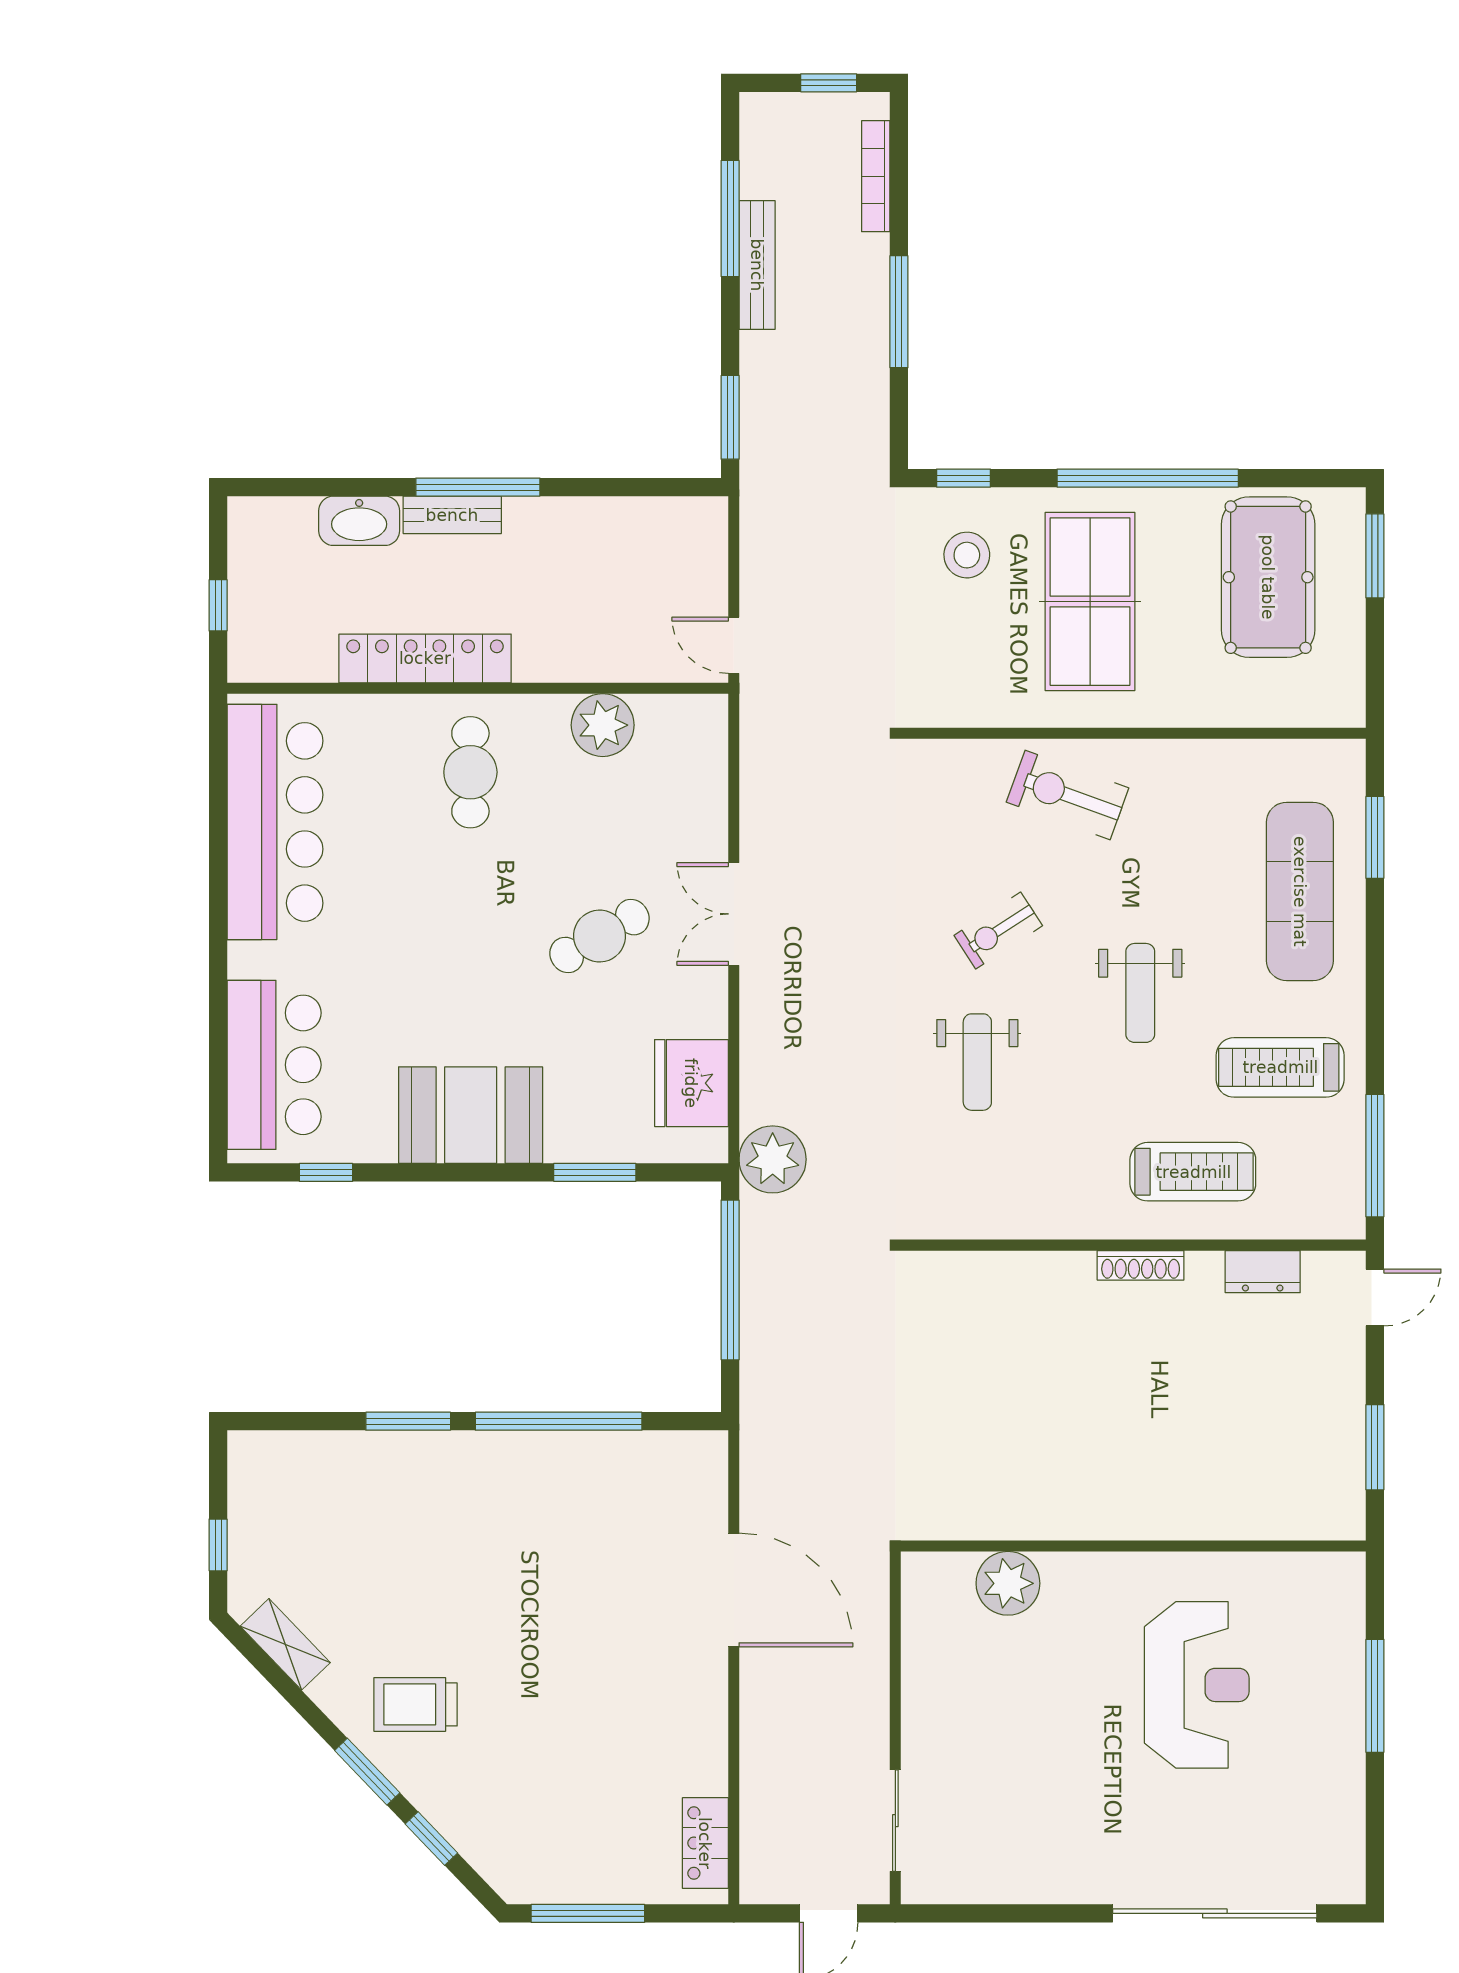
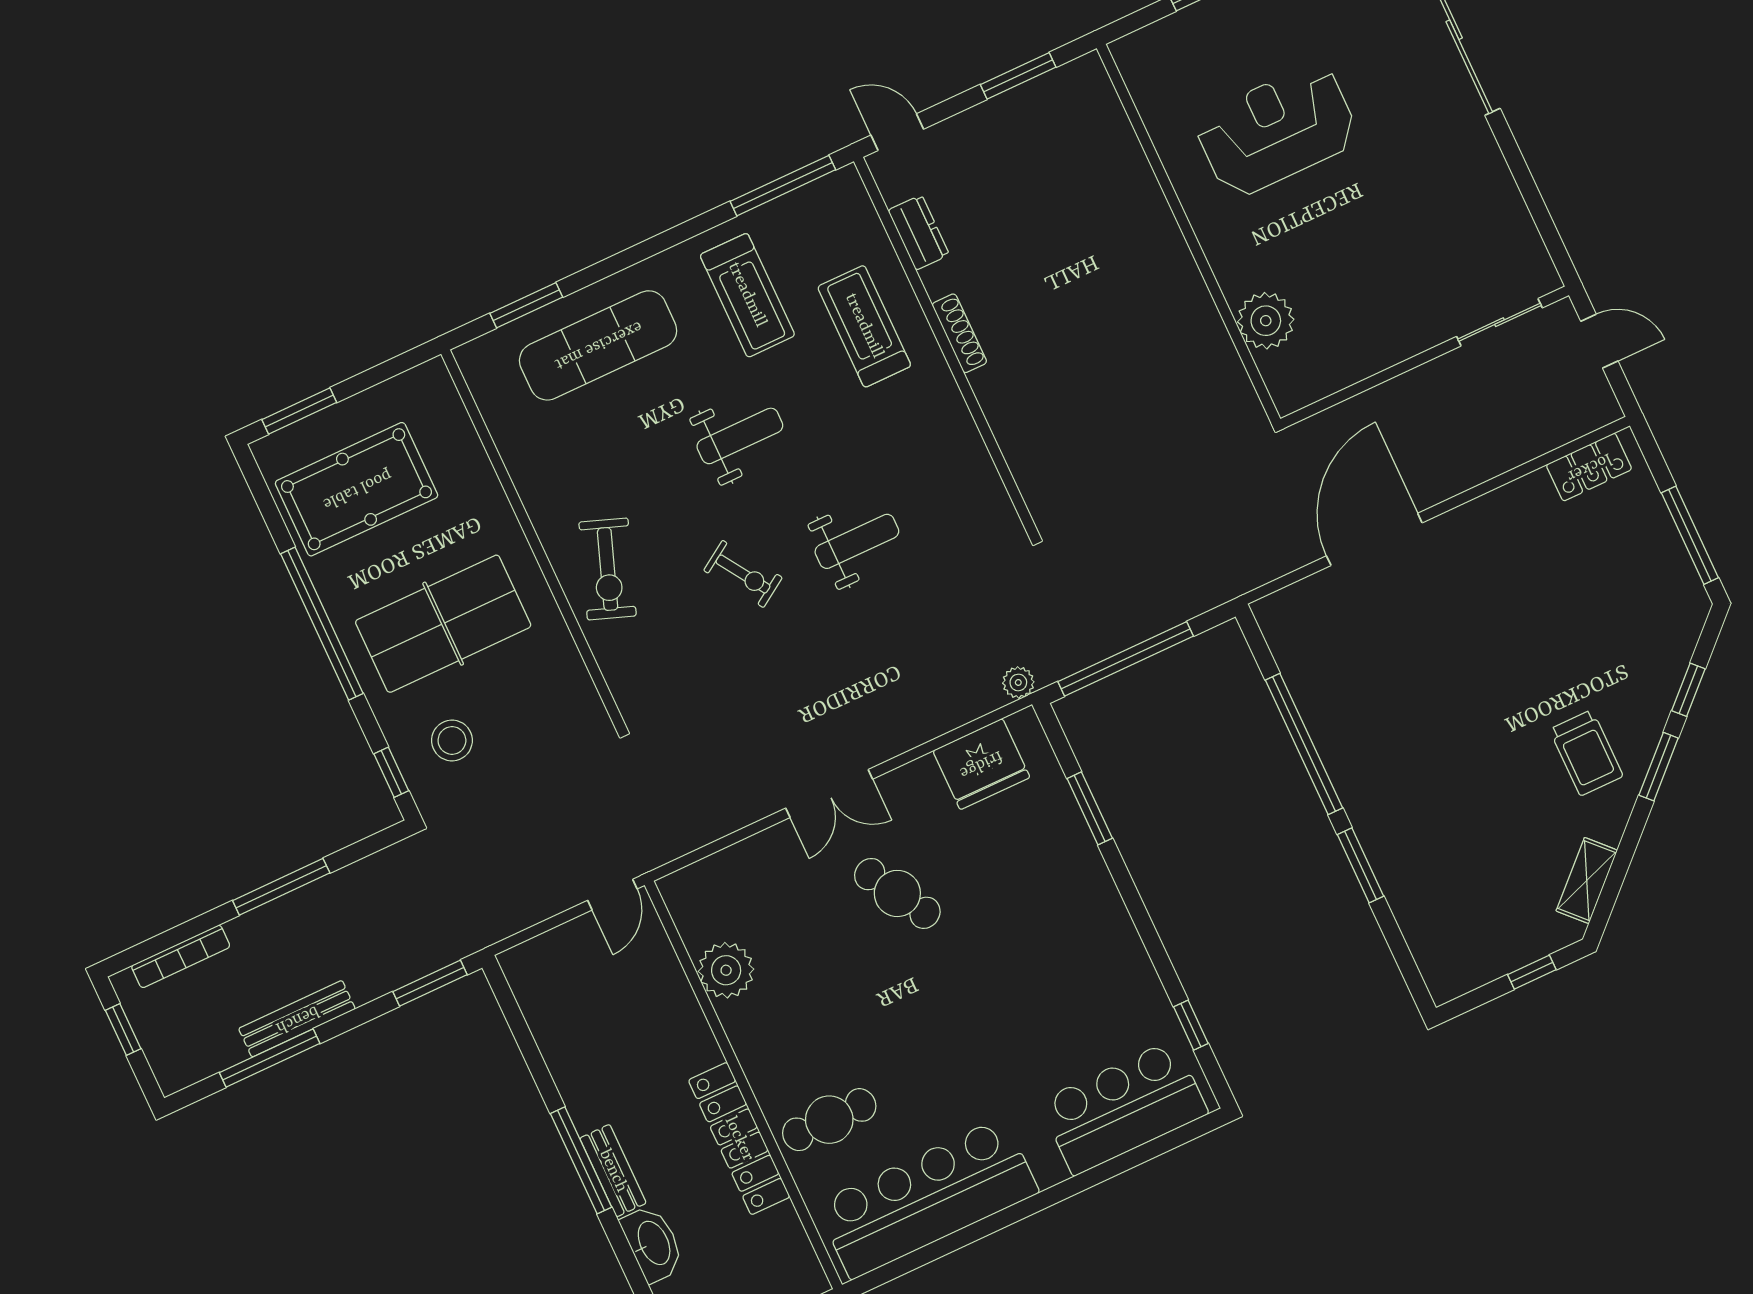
cafe table: (470, 772) -> (829, 1120), moved
booth: (471, 1115) -> (1090, 930), removed
plant: (773, 1159) -> (1018, 682), width x0.53, depth x0.53

